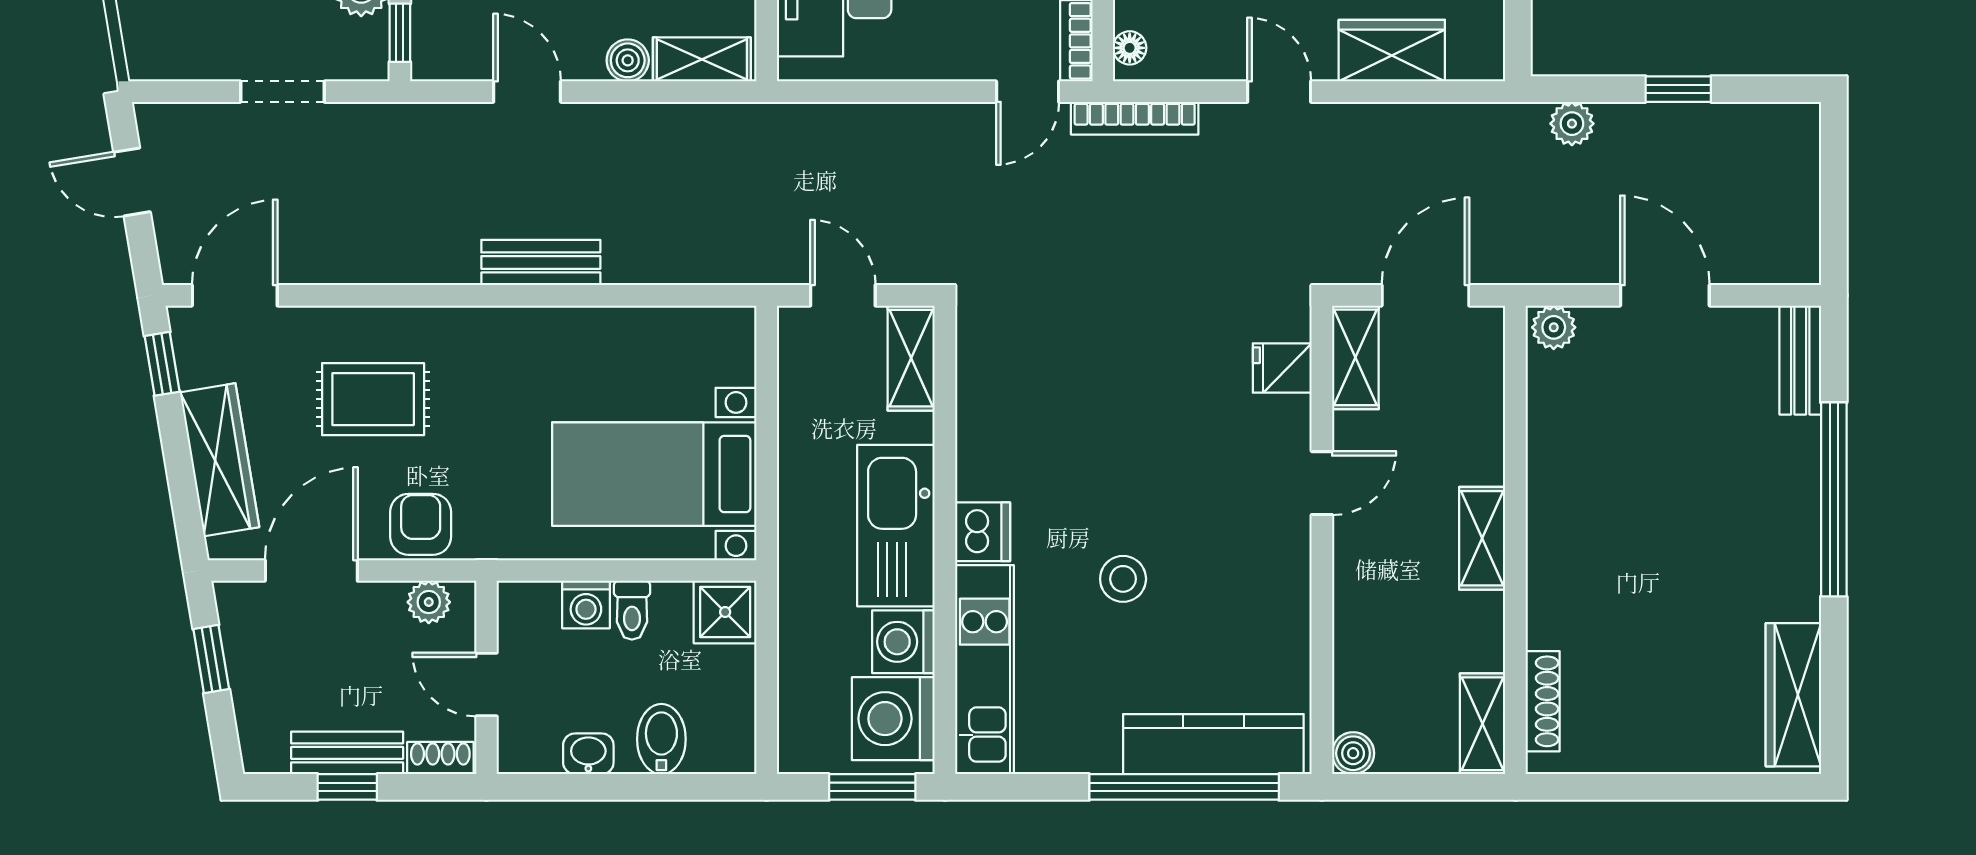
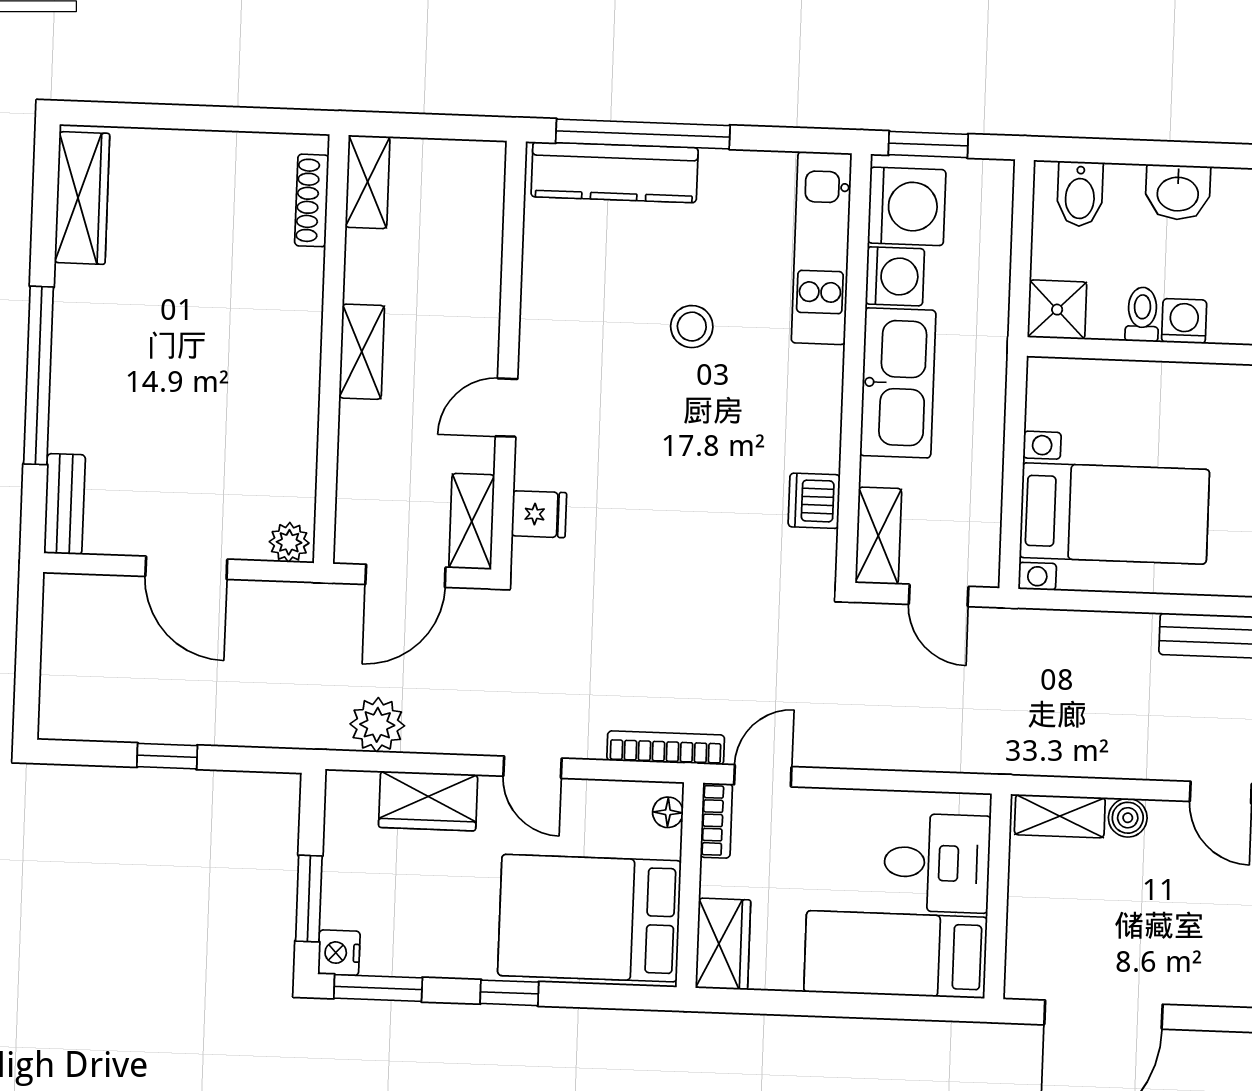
plant: (1572, 124) -> (377, 725), moved, width x1.38, depth x1.38
bed with nightstands: (654, 474) -> (1114, 513), moved
dishwasher: (983, 532) -> (814, 501), moved
bidet: (661, 739) -> (1080, 194), moved
boiler: (1353, 753) -> (487, 159), removed
washbasin: (588, 754) -> (1178, 192), width x1.38, depth x1.45

